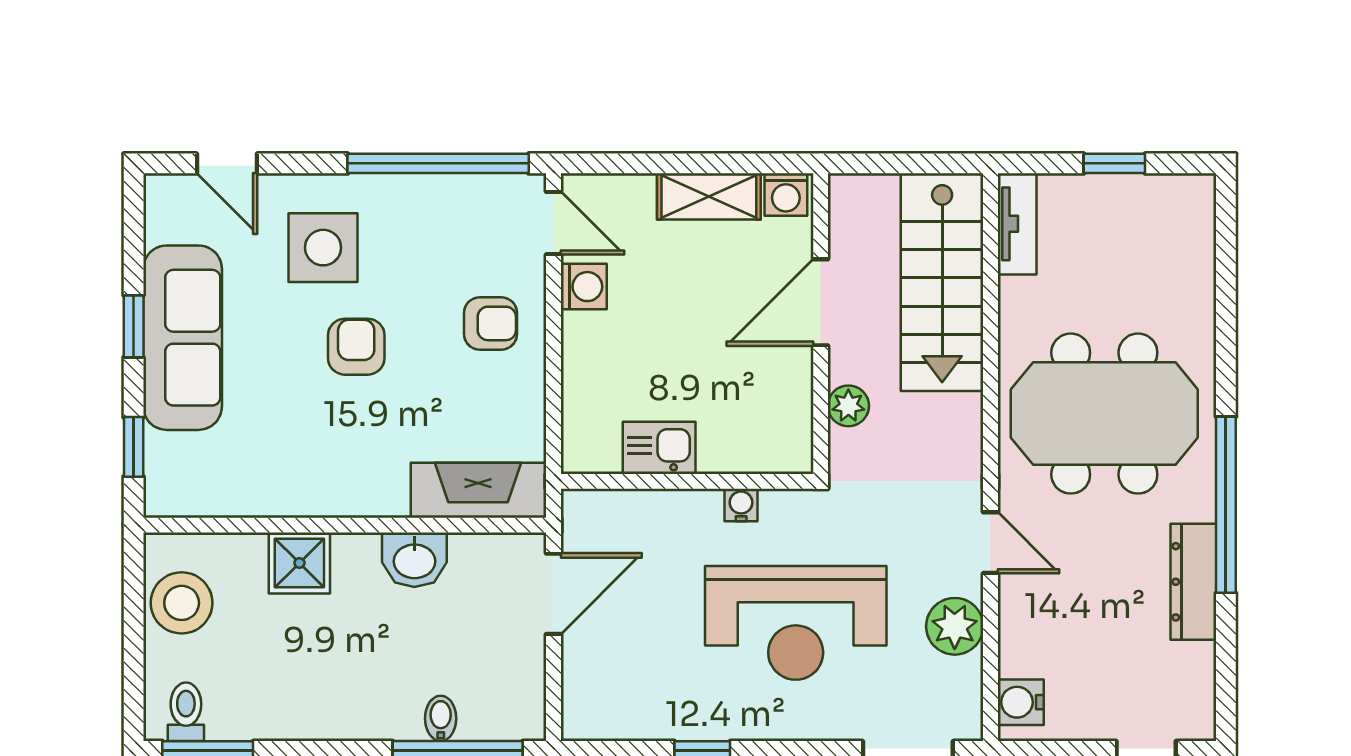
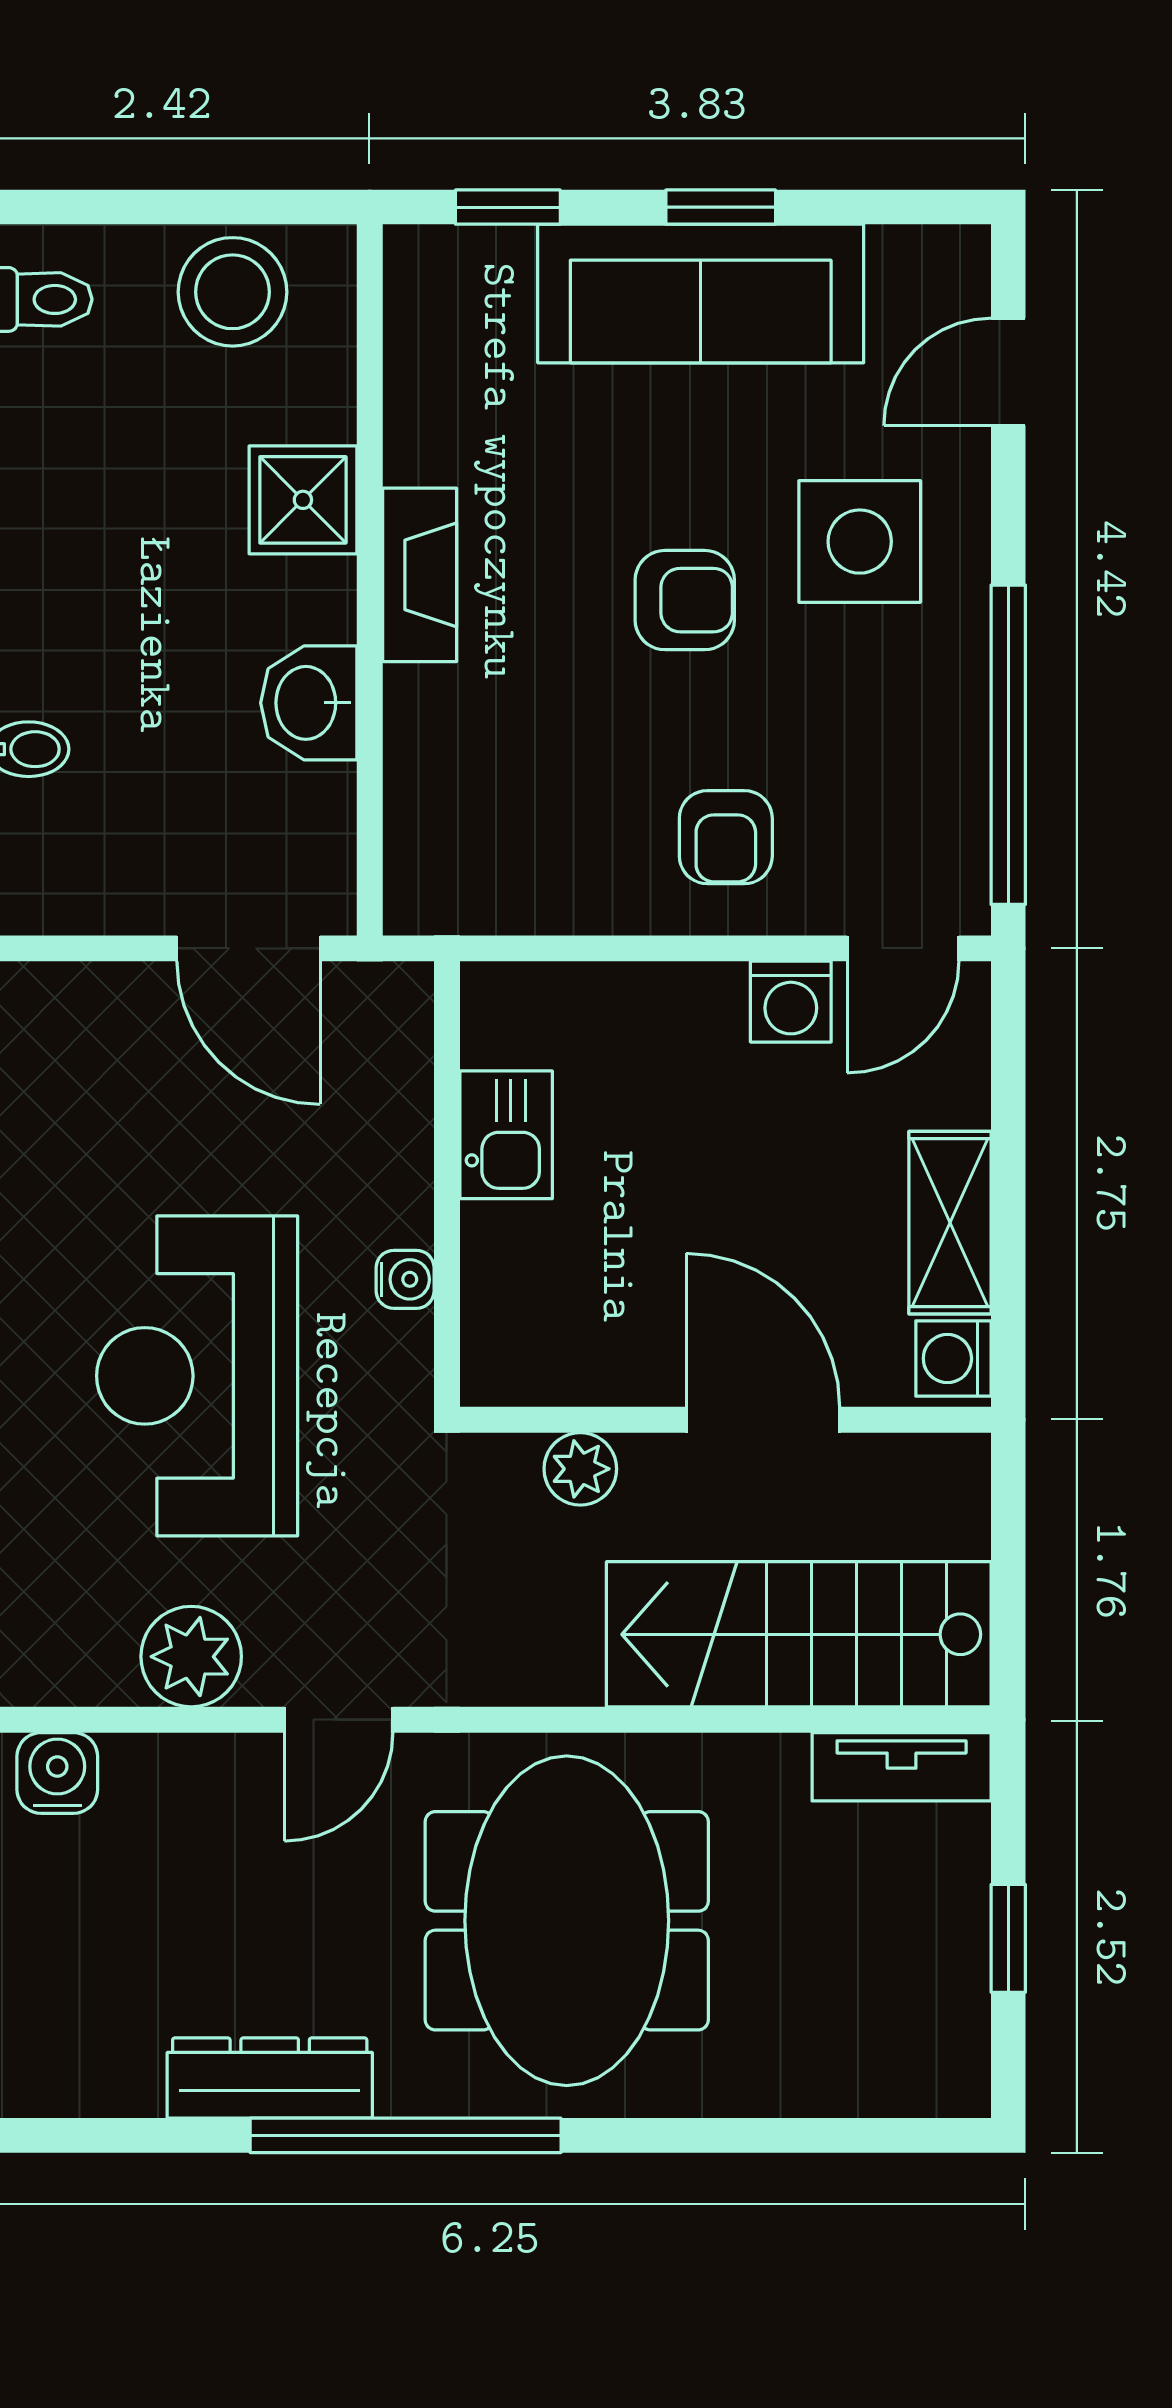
fireplace: (478, 490) -> (420, 575), moved, width x0.73, depth x0.76

